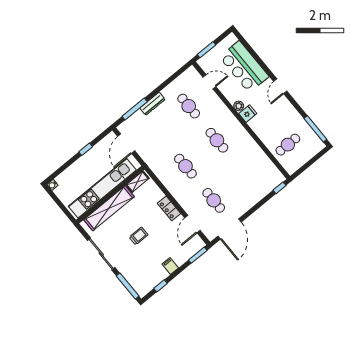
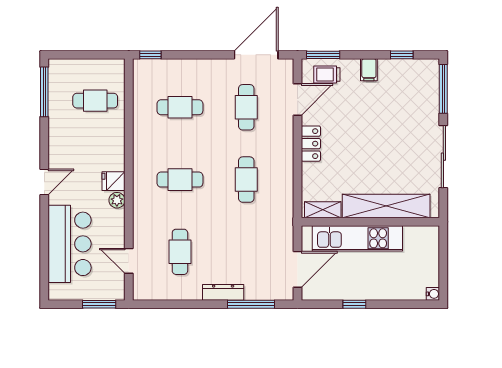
cafe table: (217, 140) -> (180, 180), turned 90
cafe table: (245, 174) -> (180, 107), added
kitchen unit: (102, 188) -> (357, 238), width x0.73
trolley: (139, 236) -> (327, 75), moved

